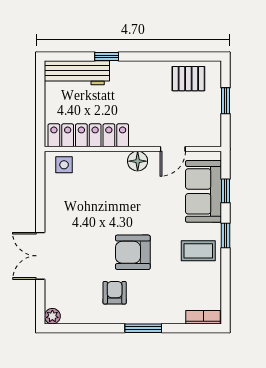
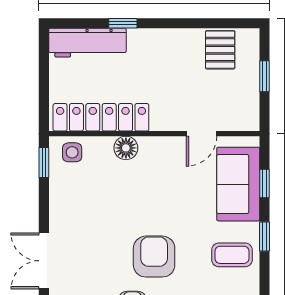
pallet: (188, 79) -> (220, 50), turned 90
floor lamp: (138, 161) -> (126, 148), moved
window: (40, 173) -> (44, 163), added
armchair: (133, 252) -> (154, 257), turned 90

